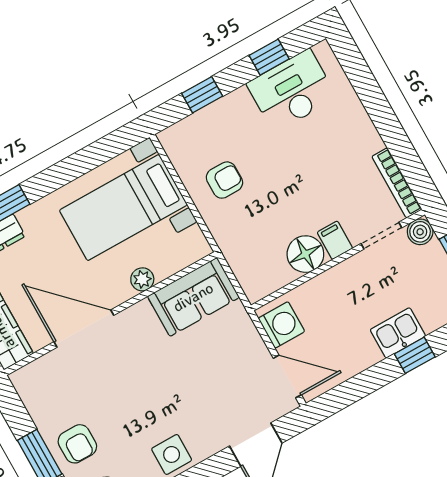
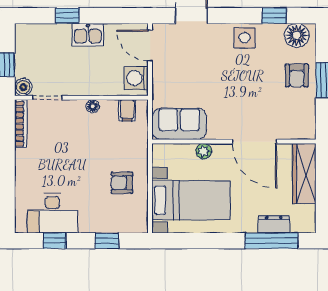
filing cabinet: (335, 240) -> (127, 110), moved
floor lamp: (305, 254) -> (93, 106), width x0.53, depth x0.53
kitchen sink: (398, 333) -> (88, 35), moved
armchair: (77, 444) -> (297, 75), turned 180

